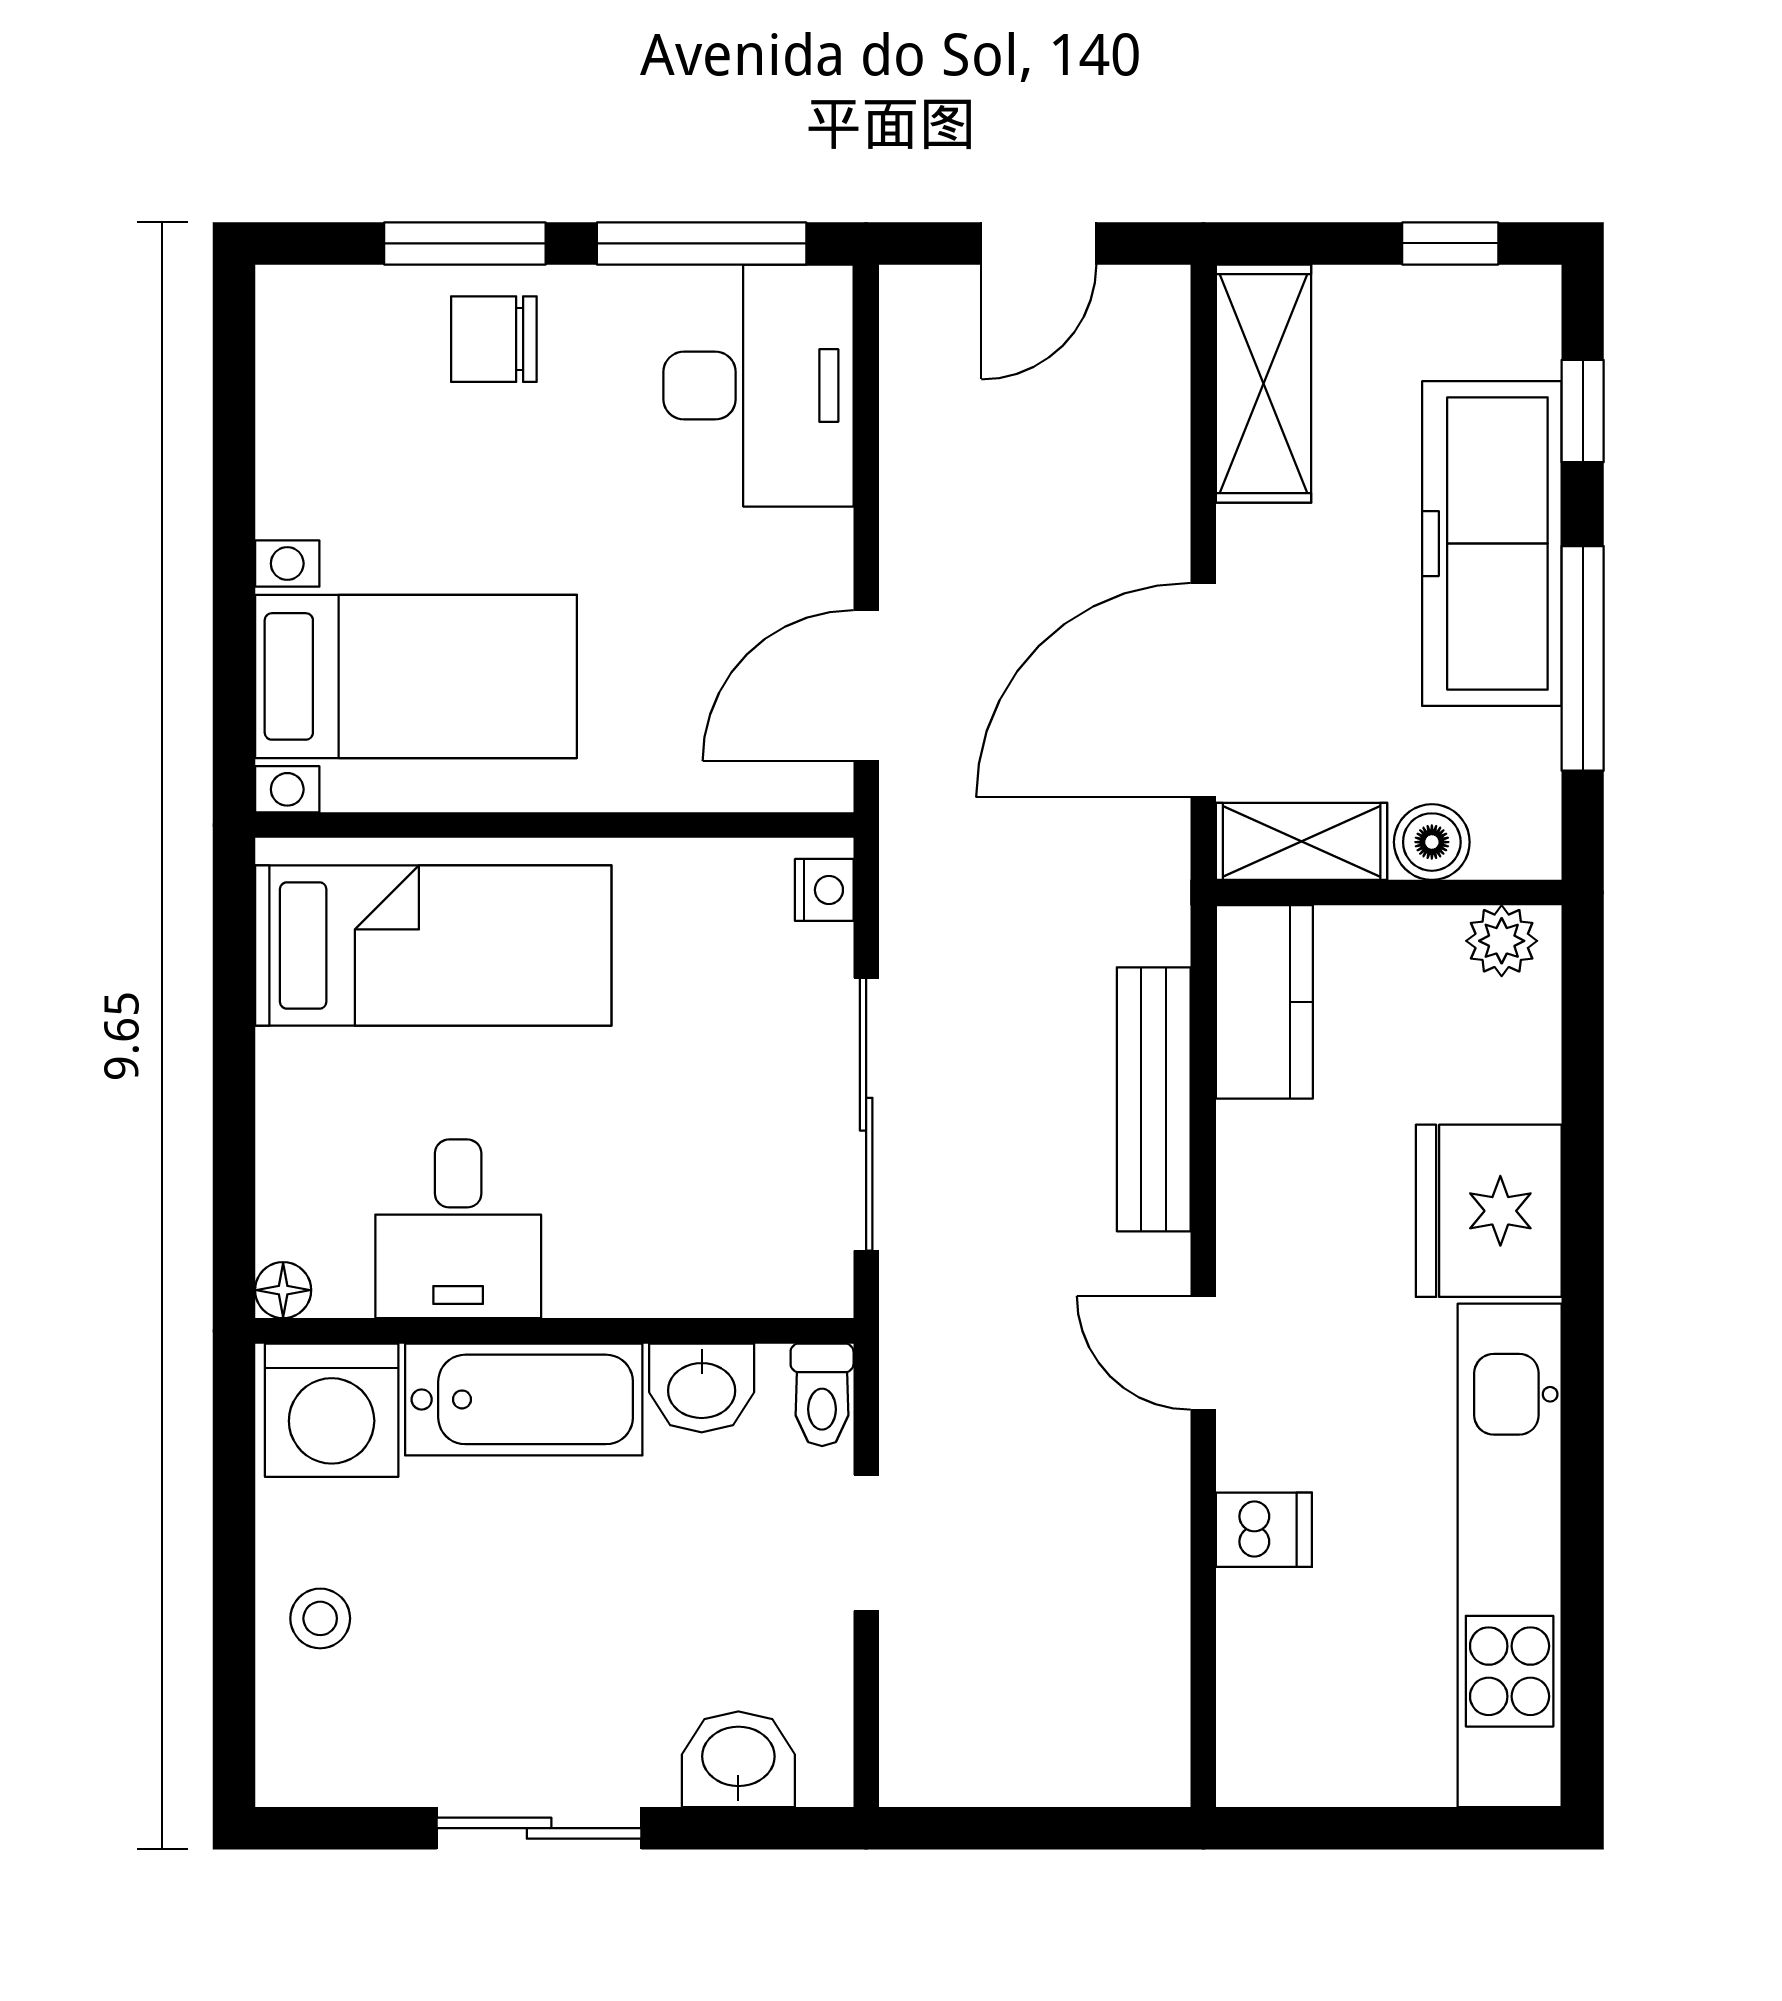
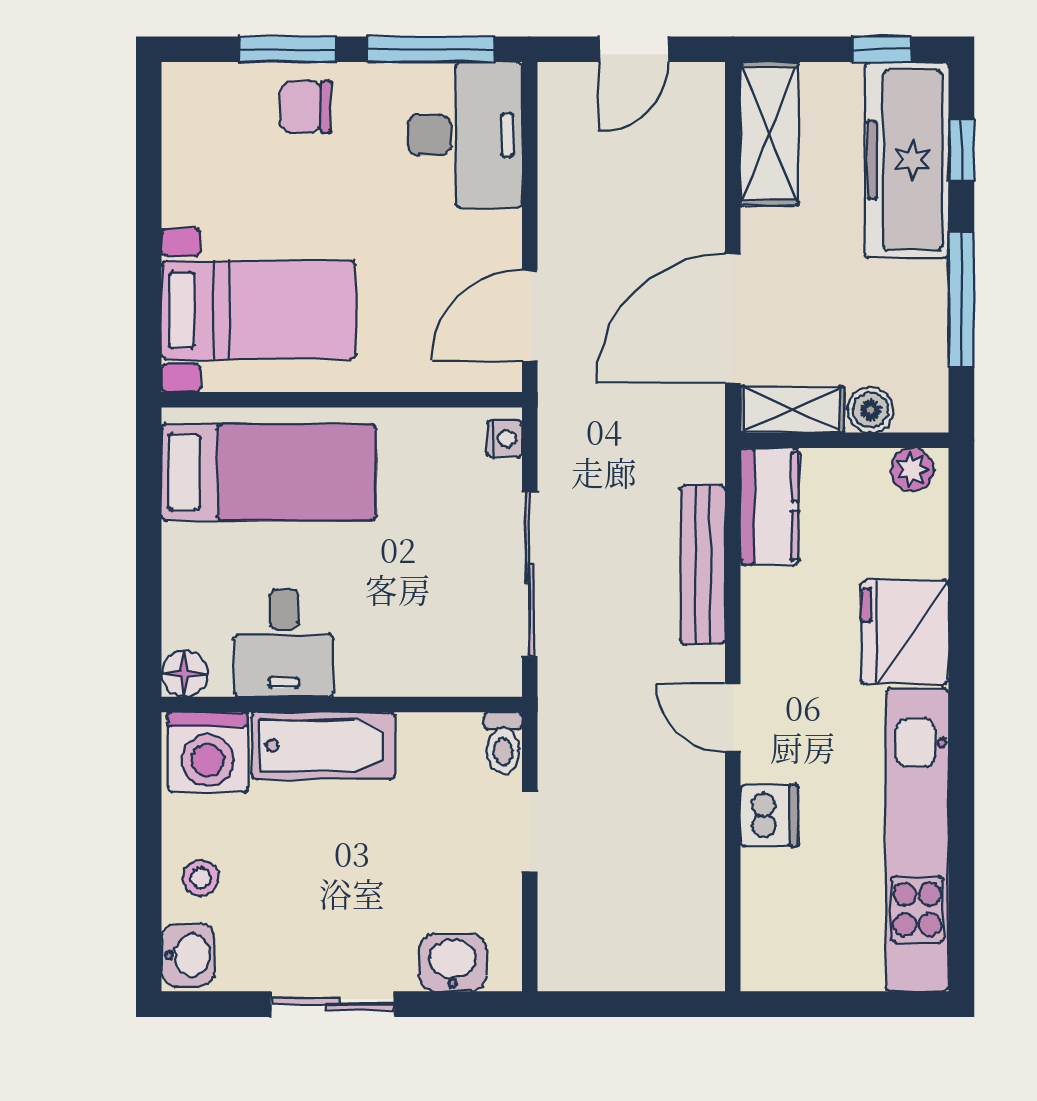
freezer: (1492, 544) -> (907, 160), moved
floor lamp: (283, 1290) -> (185, 674), width x1.37, depth x1.37
washbasin: (702, 1388) -> (188, 955), moved, turned -90
dishwasher: (1264, 1530) -> (769, 816), width x1.38

